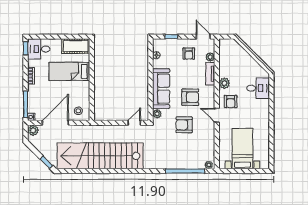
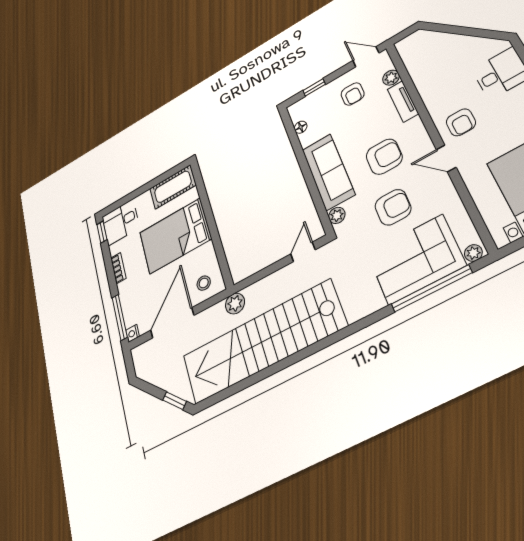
bed: (69, 71) -> (175, 236), width x1.50
plant: (224, 83) -> (435, 101), removed
armchair: (184, 125) -> (393, 207), turned 180
plant: (33, 130) -> (235, 304), moved
corner sofa: (184, 155) -> (416, 259), added

